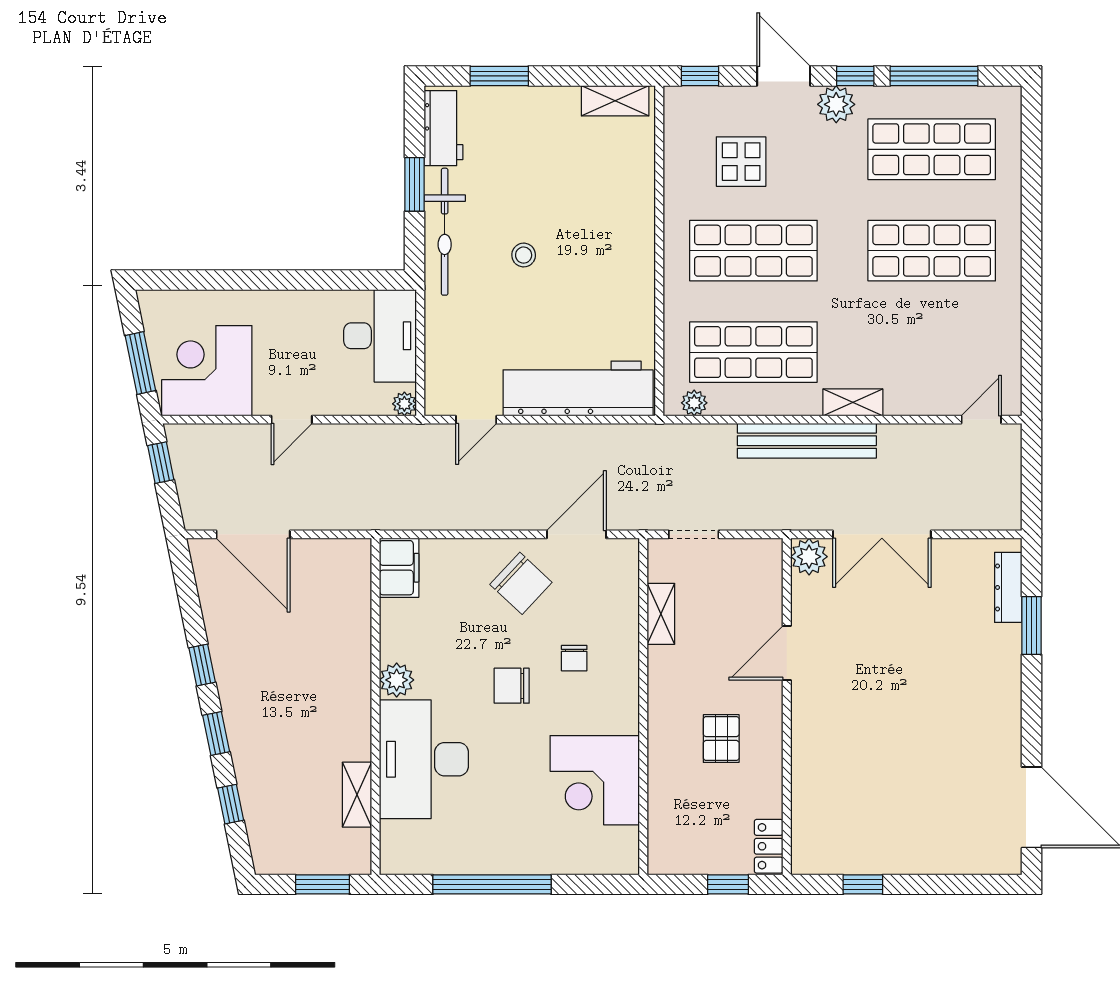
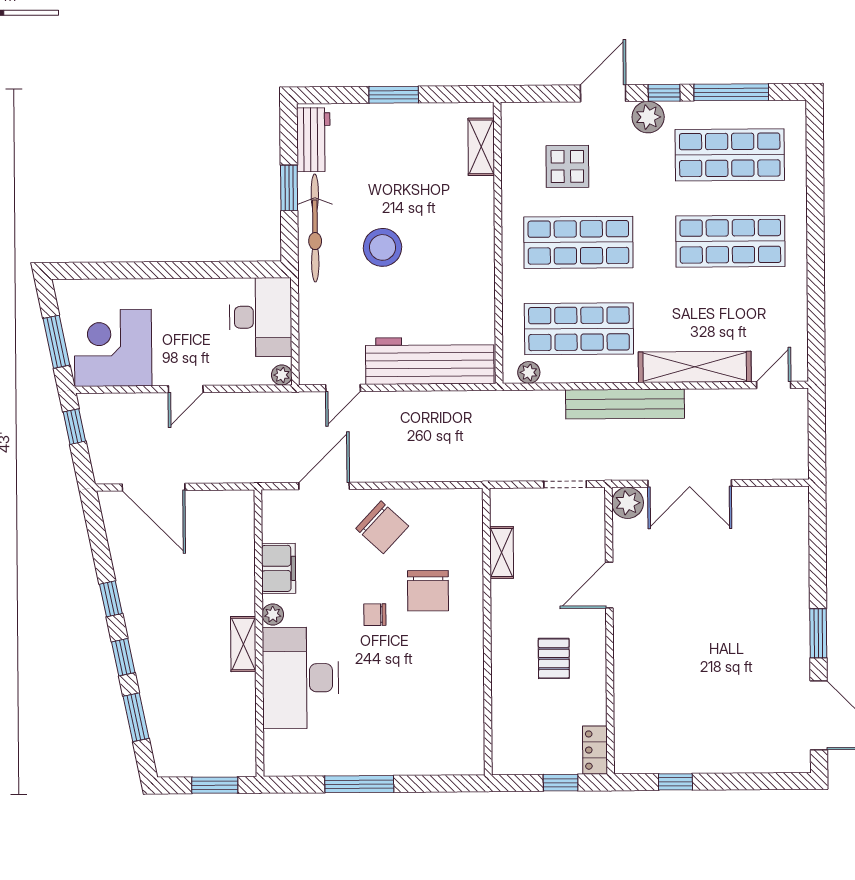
window: (499, 76) -> (394, 95), moved
window: (700, 76) -> (532, 94), removed
door: (784, 76) -> (603, 93), hinge flipped
shelving: (615, 101) -> (481, 147), moved, turned 90
stool: (524, 255) -> (382, 247), width x1.89, depth x1.89
shelving: (853, 402) -> (695, 367), width x2.20, depth x1.33
door: (576, 534) -> (324, 486), moved
doorway: (694, 534) -> (565, 484), moved
filing cabinet: (399, 568) -> (279, 568), moved
dresser: (1008, 587) -> (798, 528), removed
window: (1032, 626) -> (818, 633), moved
chair: (574, 658) -> (428, 591), width x1.87, depth x1.87
plant: (397, 680) -> (273, 615), width x0.73, depth x0.73
chair: (512, 686) -> (375, 615), width x0.73, depth x0.73
corner desk: (595, 780) -> (446, 695), removed
shelving: (357, 795) -> (243, 644), moved
window: (231, 804) -> (136, 717), width x1.50
window: (492, 884) -> (359, 784), width x0.68

